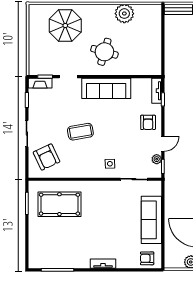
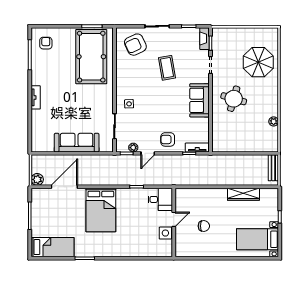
plant: (124, 14) -> (274, 121), width x0.53, depth x0.53
sofa: (106, 88) -> (199, 100), width x0.73
coffee table: (80, 132) -> (167, 68), moved
door: (163, 144) -> (148, 153), hinge flipped
pool table: (59, 204) -> (91, 57), width x1.36, depth x1.32
armchair: (147, 258) -> (46, 43), moved

